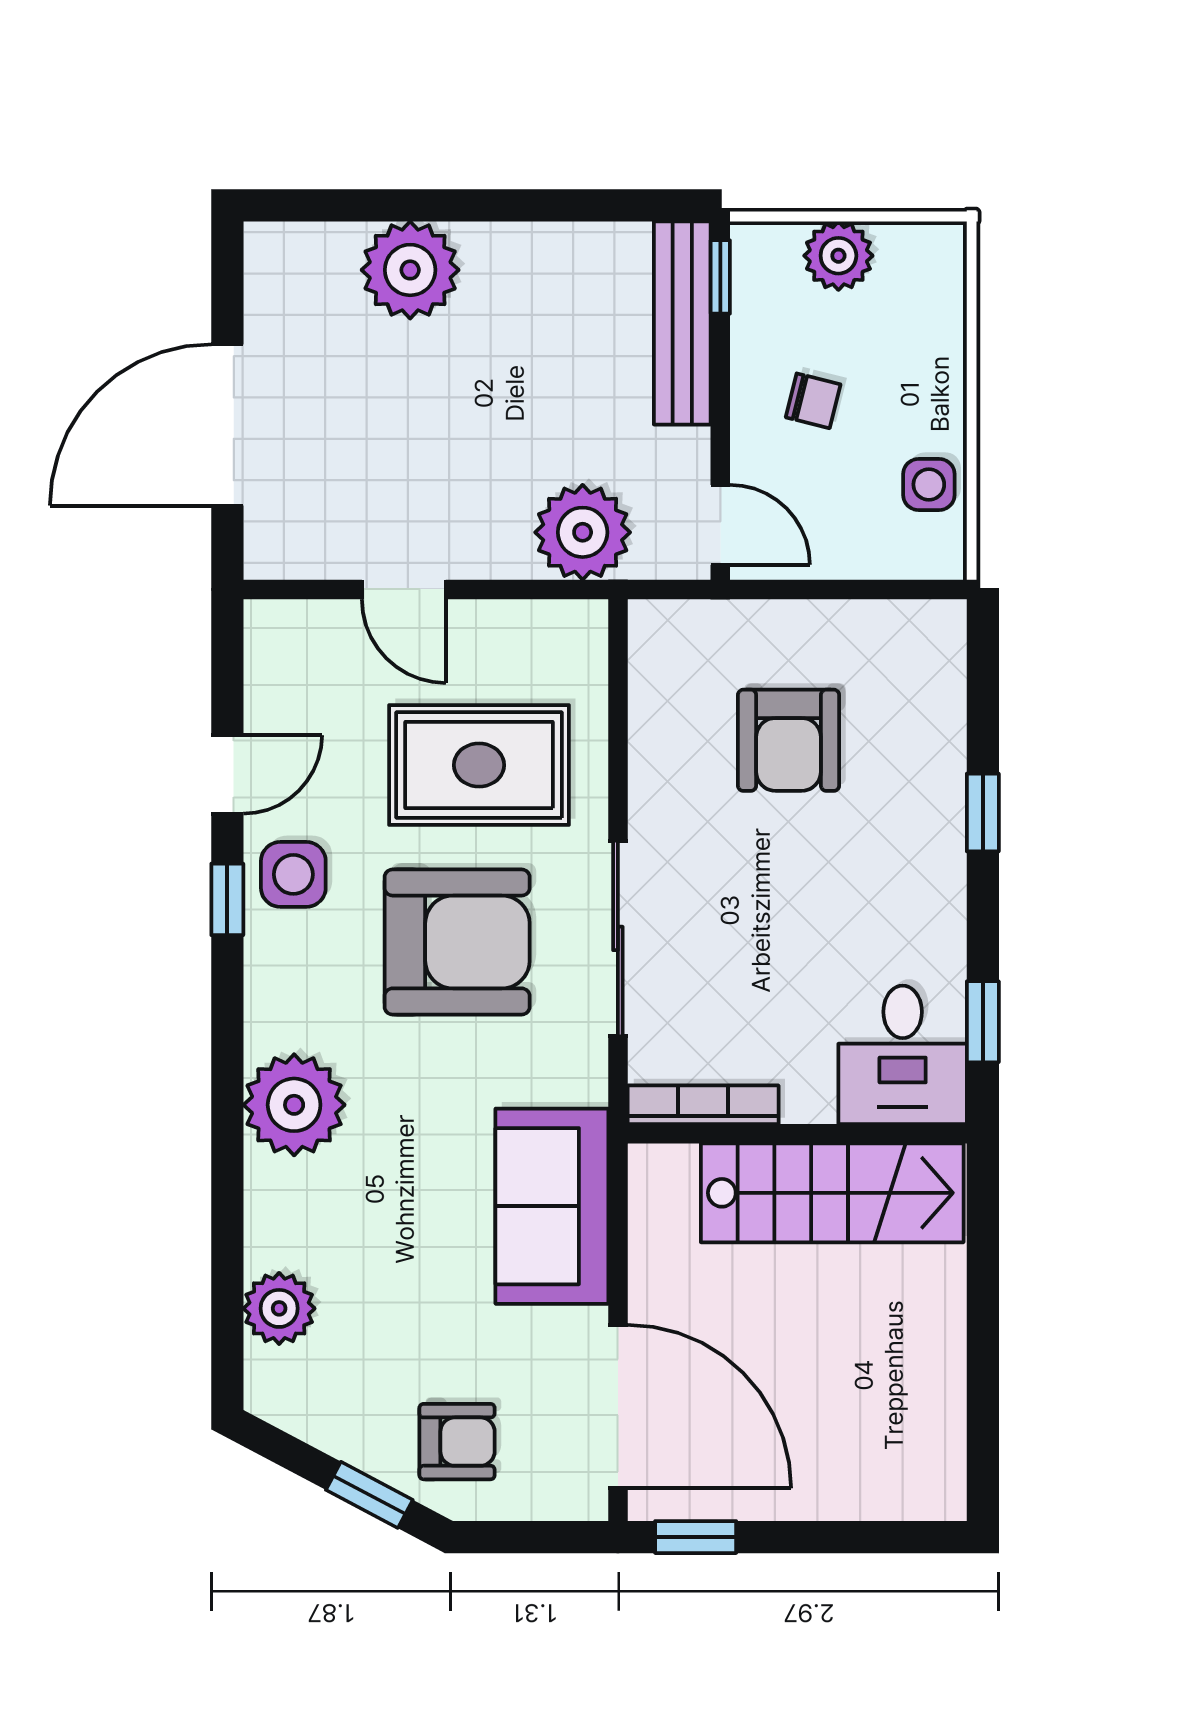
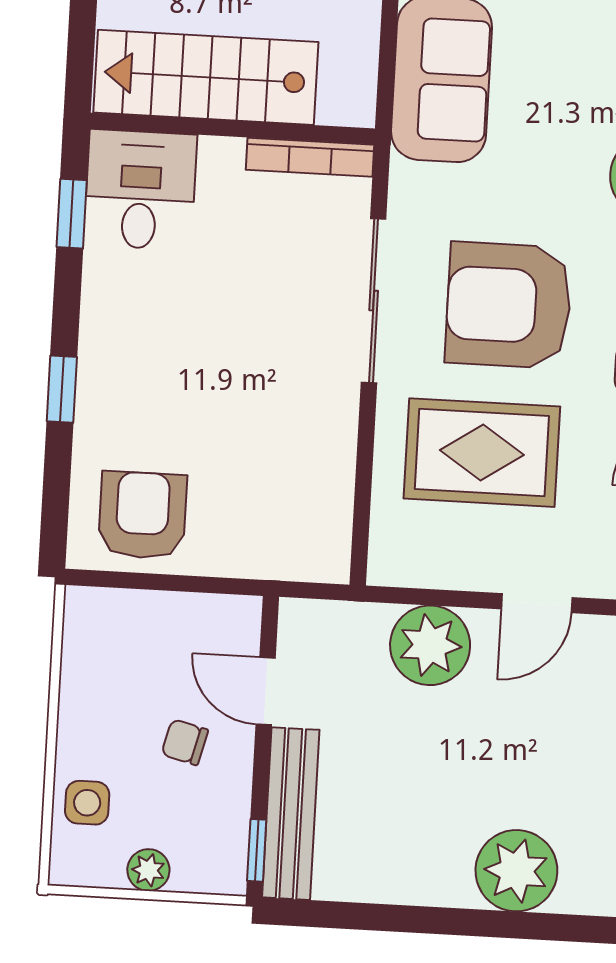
plant: (838, 256) -> (148, 870), width x0.73, depth x0.73
side table: (929, 484) -> (87, 803), moved
door: (720, 525) -> (266, 691), moved
plant: (583, 532) -> (430, 645), moved
door: (404, 589) -> (537, 603), swing flipped
armchair: (789, 740) -> (143, 515), moved

